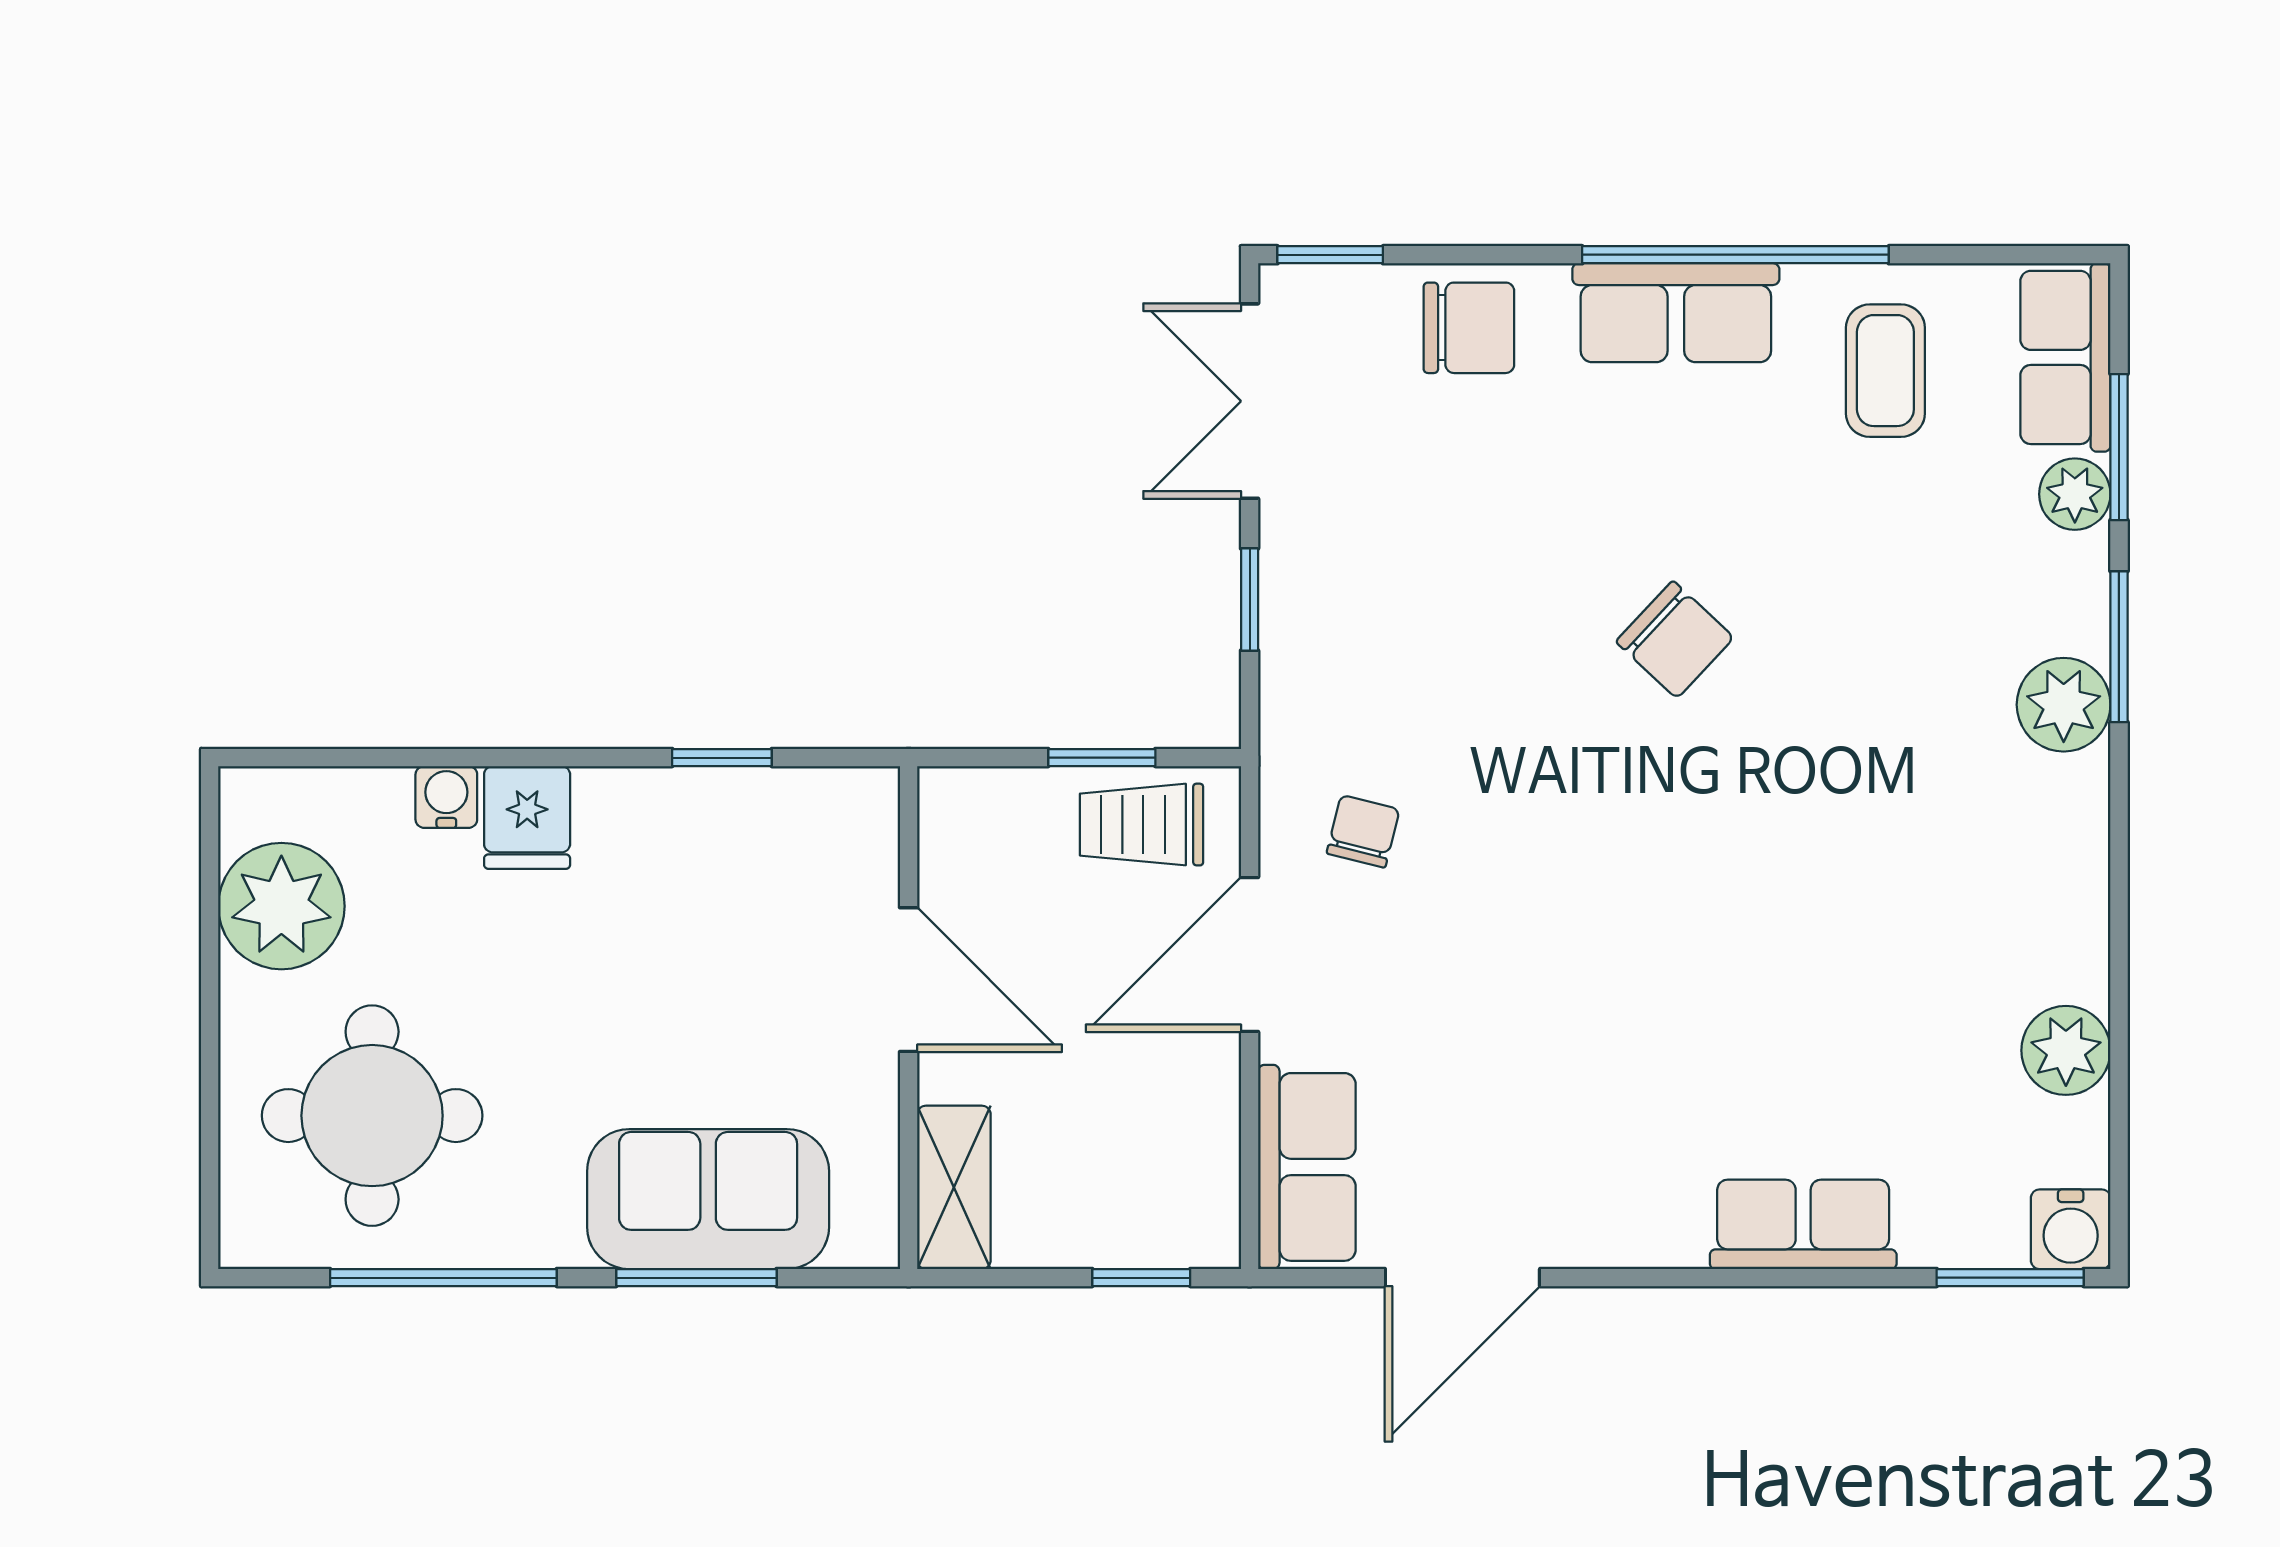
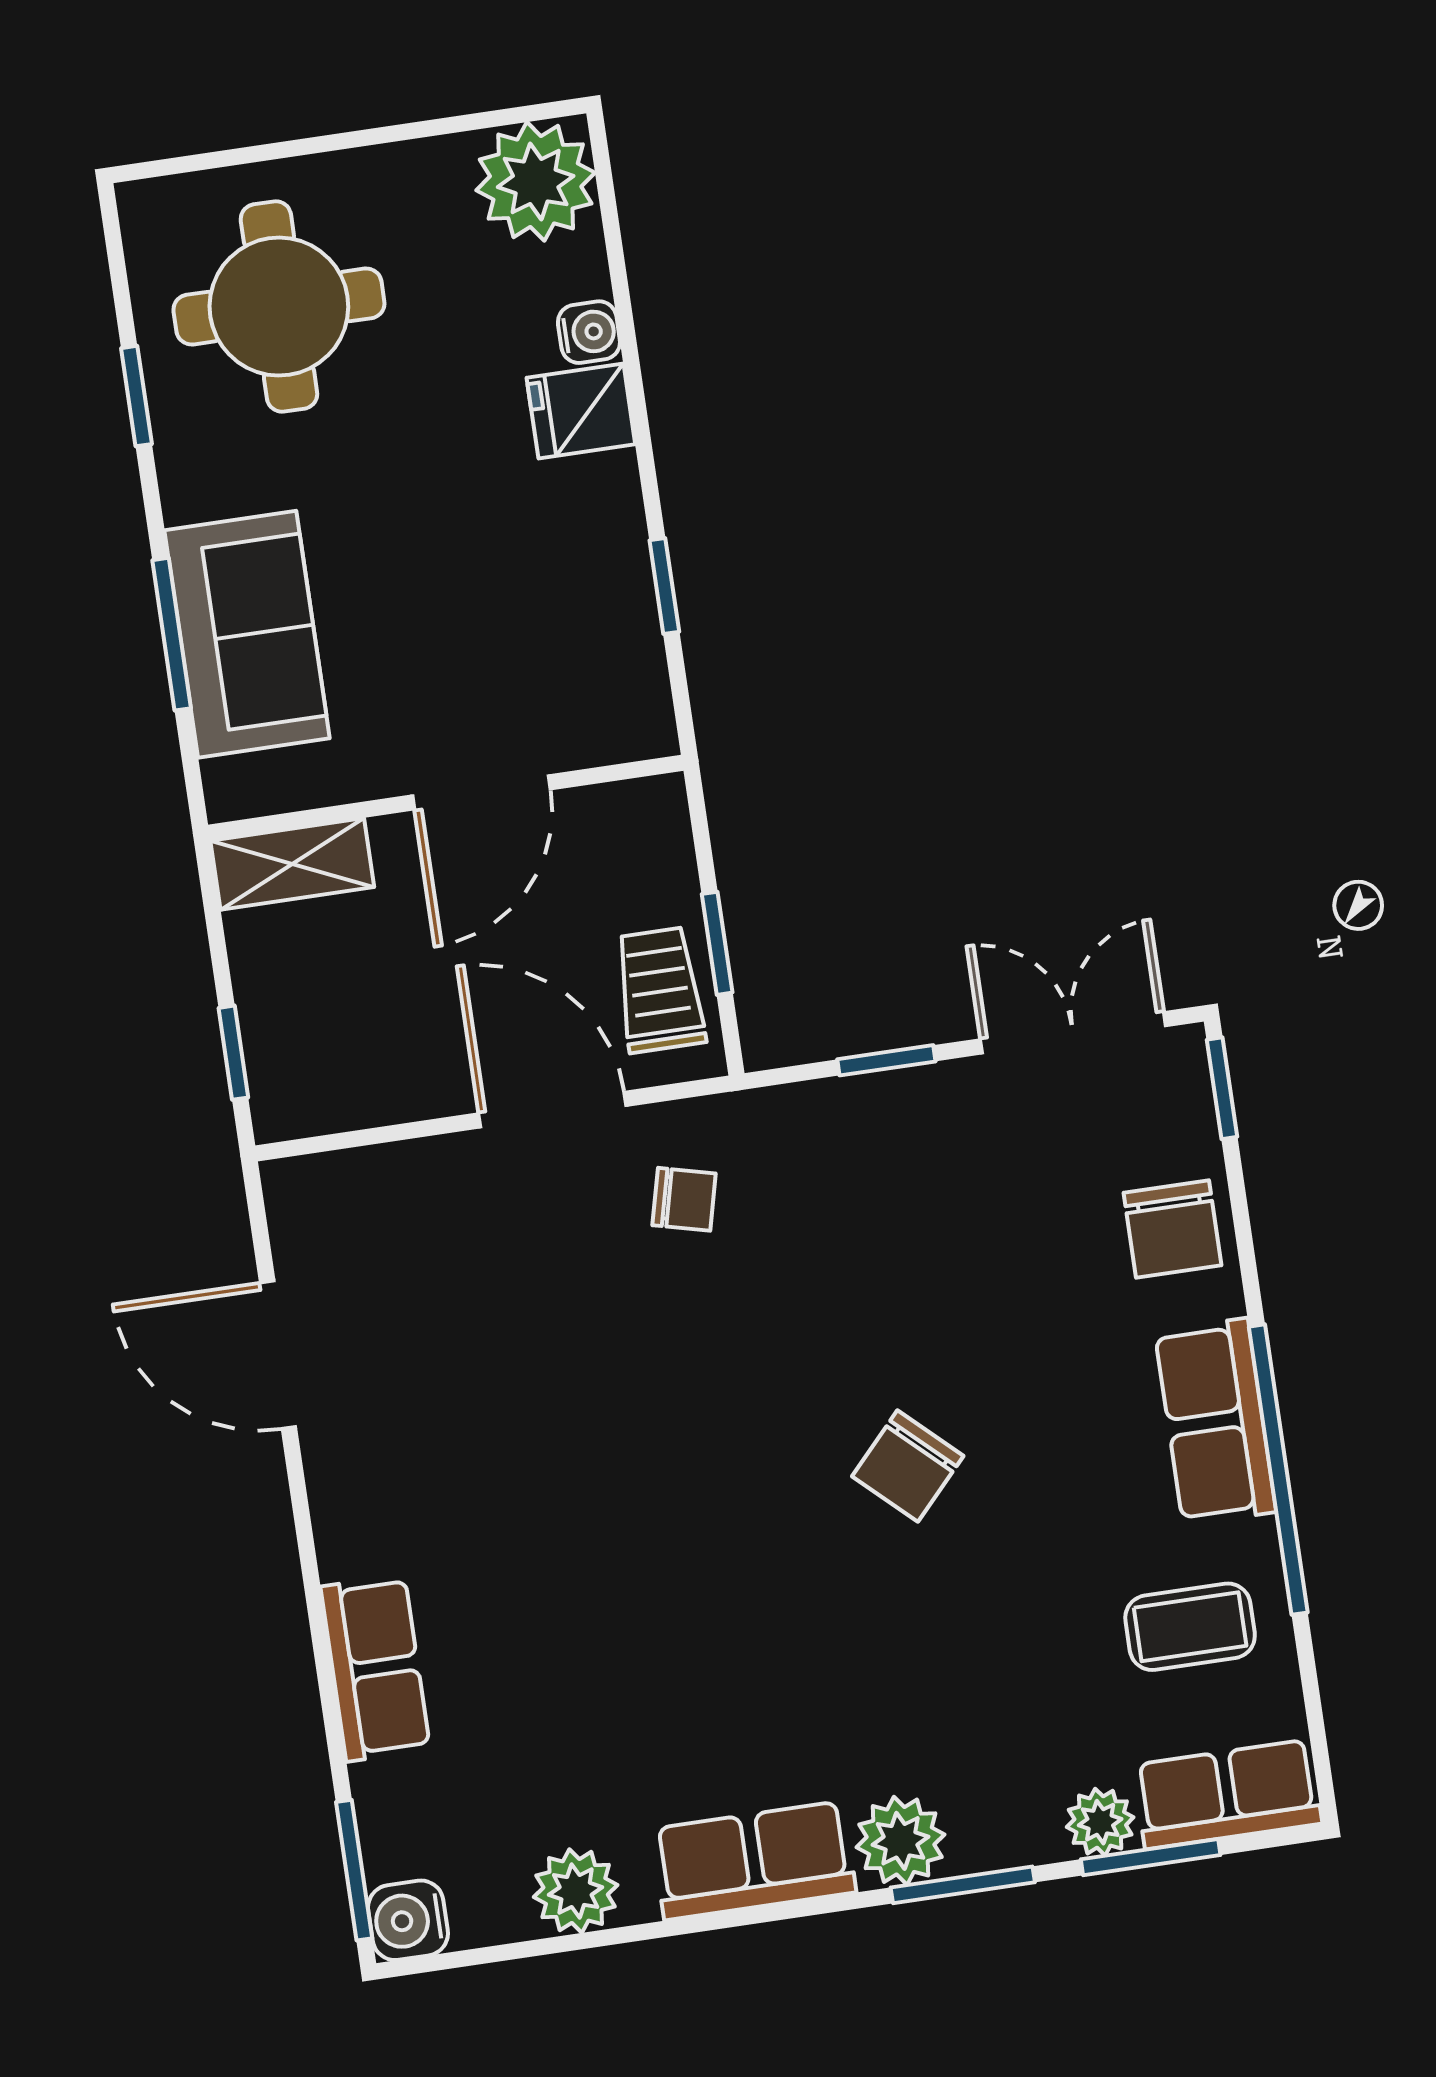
plant: (281, 906) -> (536, 181), moved
row of seats: (1307, 1167) -> (754, 1861), moved, turned 180
window: (443, 1278) -> (136, 396), width x0.46

